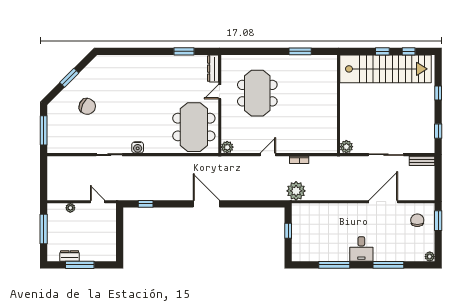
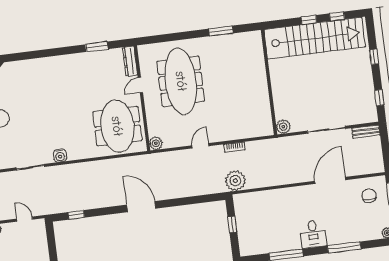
meeting table: (257, 93) -> (181, 81), width x1.36

